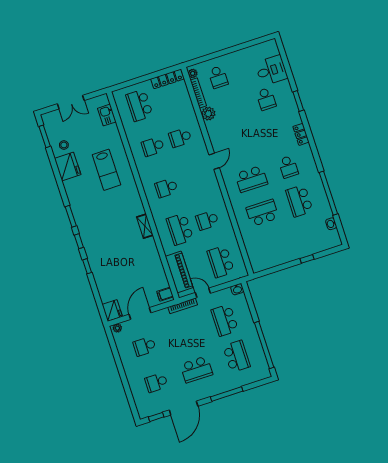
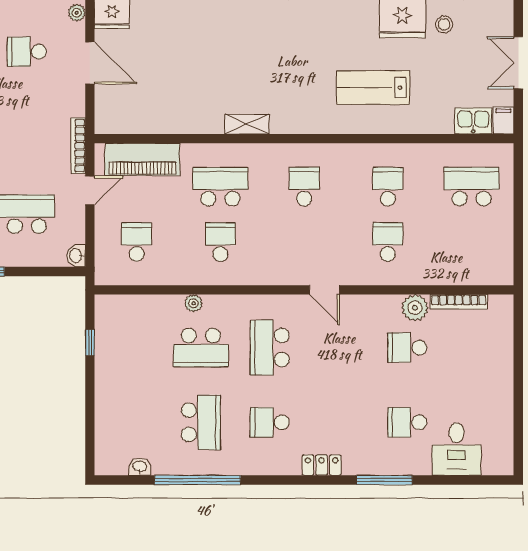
plant: (193, 73) -> (193, 303), moved
school desk: (218, 77) -> (407, 348), moved
locker: (167, 79) -> (503, 253), removed
window: (298, 101) -> (384, 480), width x1.44
school desk: (299, 201) -> (201, 422), turned 90
school desk: (262, 213) -> (201, 348), turned 90
window: (307, 259) -> (90, 343), moved
school desk: (221, 262) -> (137, 242), width x0.54
filing cabinet: (165, 294) -> (503, 120), moved
school desk: (145, 346) -> (27, 52), turned -90

